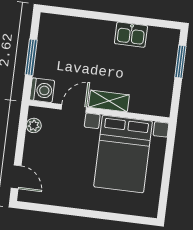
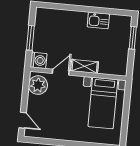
plant: (34, 125) -> (38, 85), width x1.88, depth x1.88
bed with nightstands: (123, 154) -> (103, 103), width x0.73

